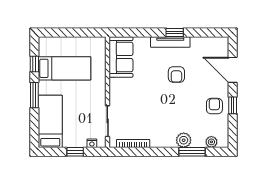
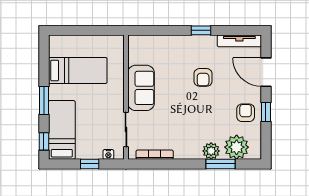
tv unit: (170, 42) -> (239, 41), moved
sofa: (121, 57) -> (141, 88), moved
window: (34, 64) -> (44, 141), moved
plant: (211, 142) -> (237, 147), width x1.87, depth x1.87

